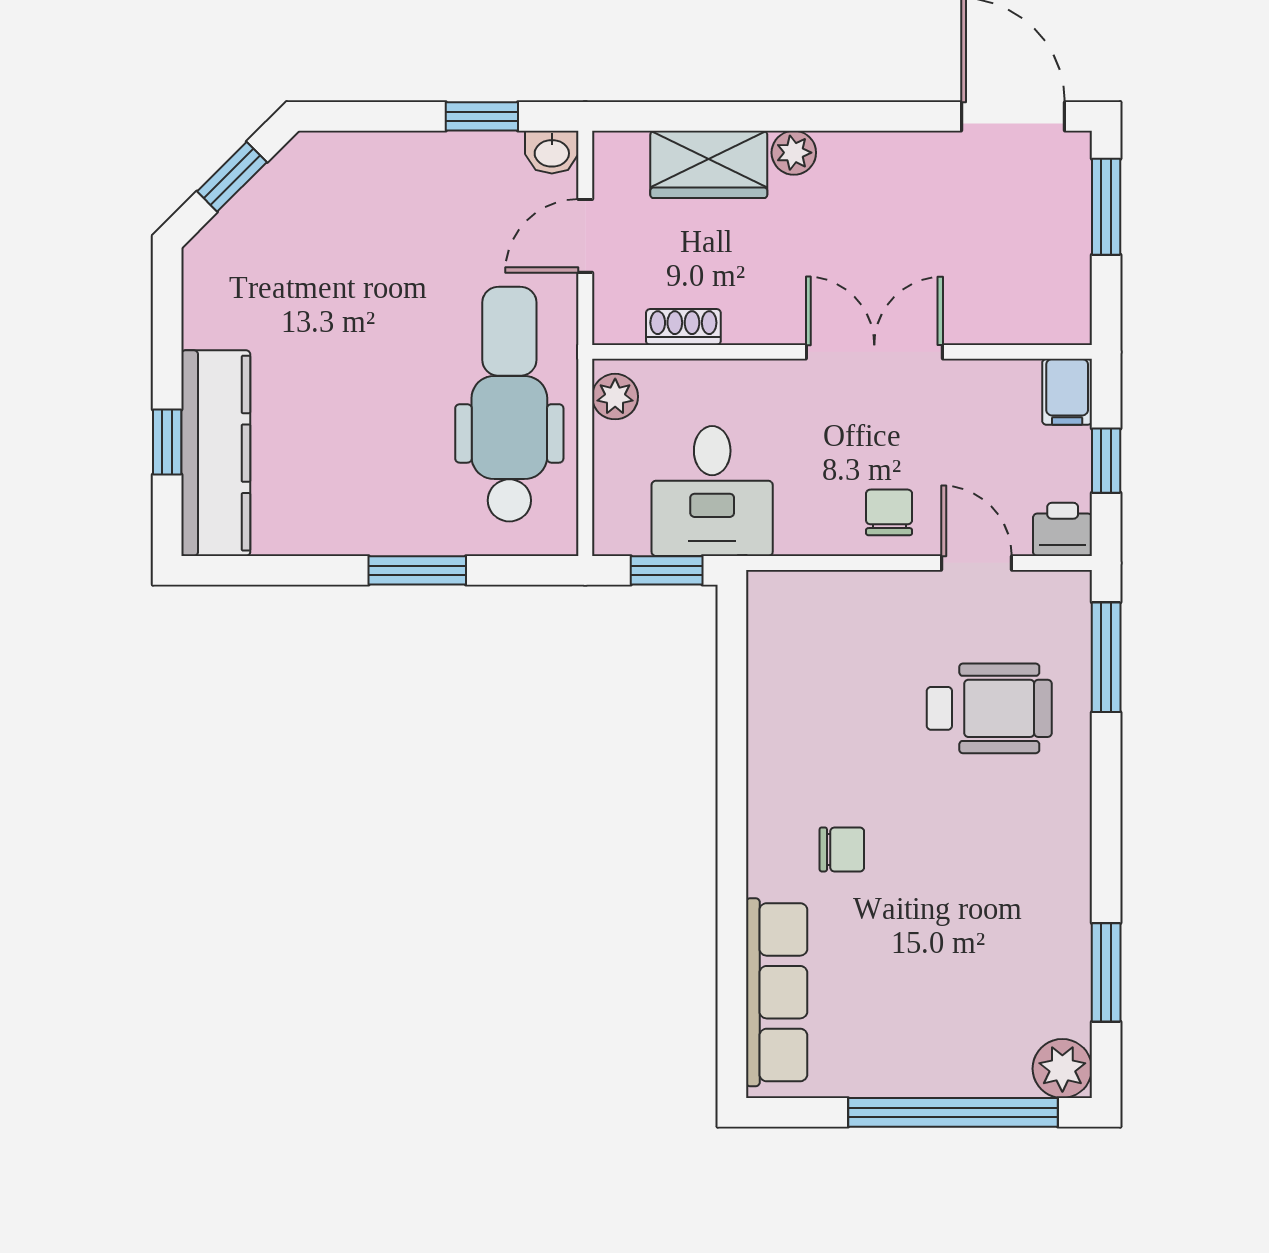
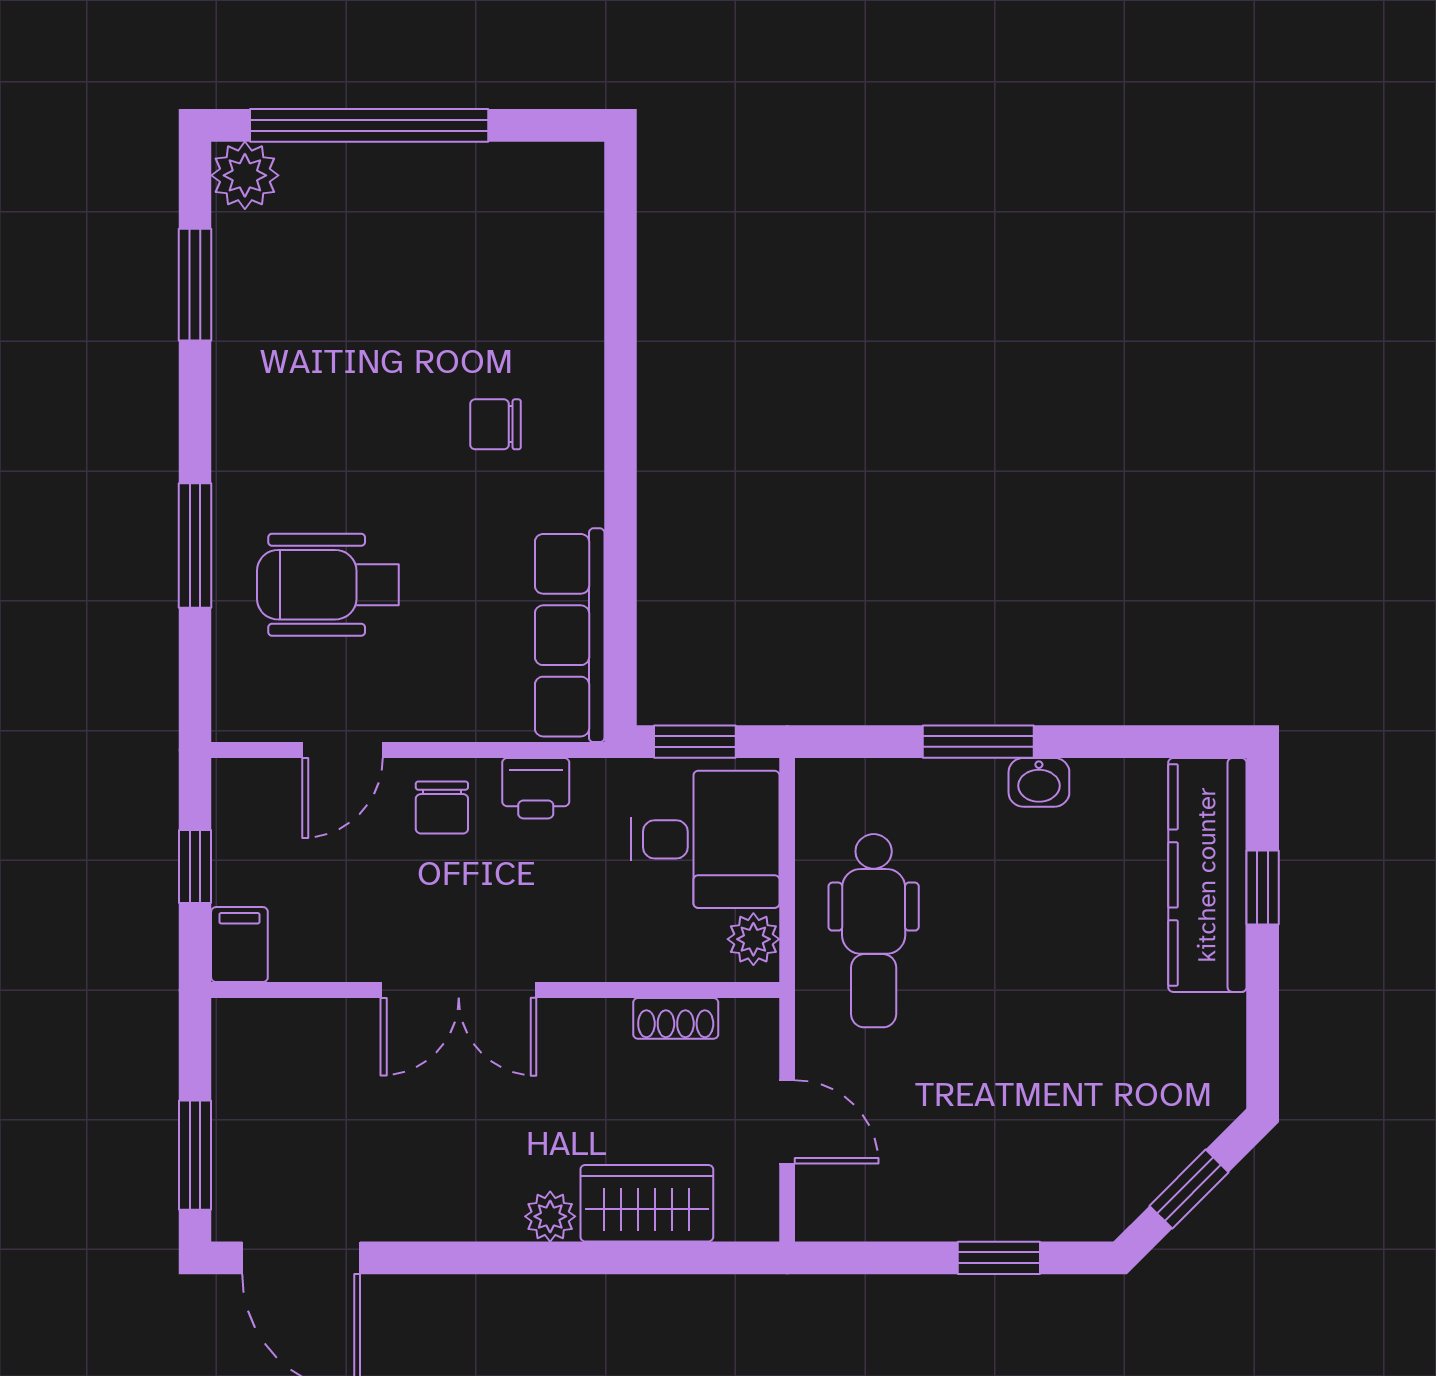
window: (482, 116) -> (999, 1258), moved
washbasin: (552, 152) -> (1039, 782), moved, turned 180
door: (585, 236) -> (787, 1122), hinge flipped
dental chair: (509, 404) -> (874, 931), width x0.73, depth x0.72
desk: (712, 491) -> (705, 839), moved, turned 90
printer: (1063, 529) -> (536, 788), moved
door: (977, 563) -> (342, 750), hinge flipped
window: (1106, 657) -> (195, 545), moved
row of seats: (777, 992) -> (570, 635), moved

